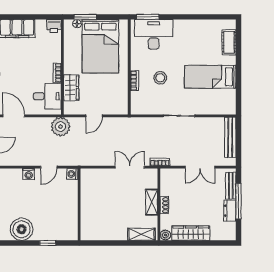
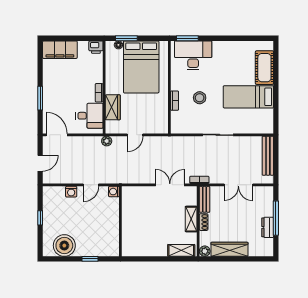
cot: (229, 42) -> (264, 68), width x1.37, depth x1.34
plant: (61, 127) -> (107, 141), width x0.53, depth x0.53
bench: (231, 186) -> (204, 199), moved

